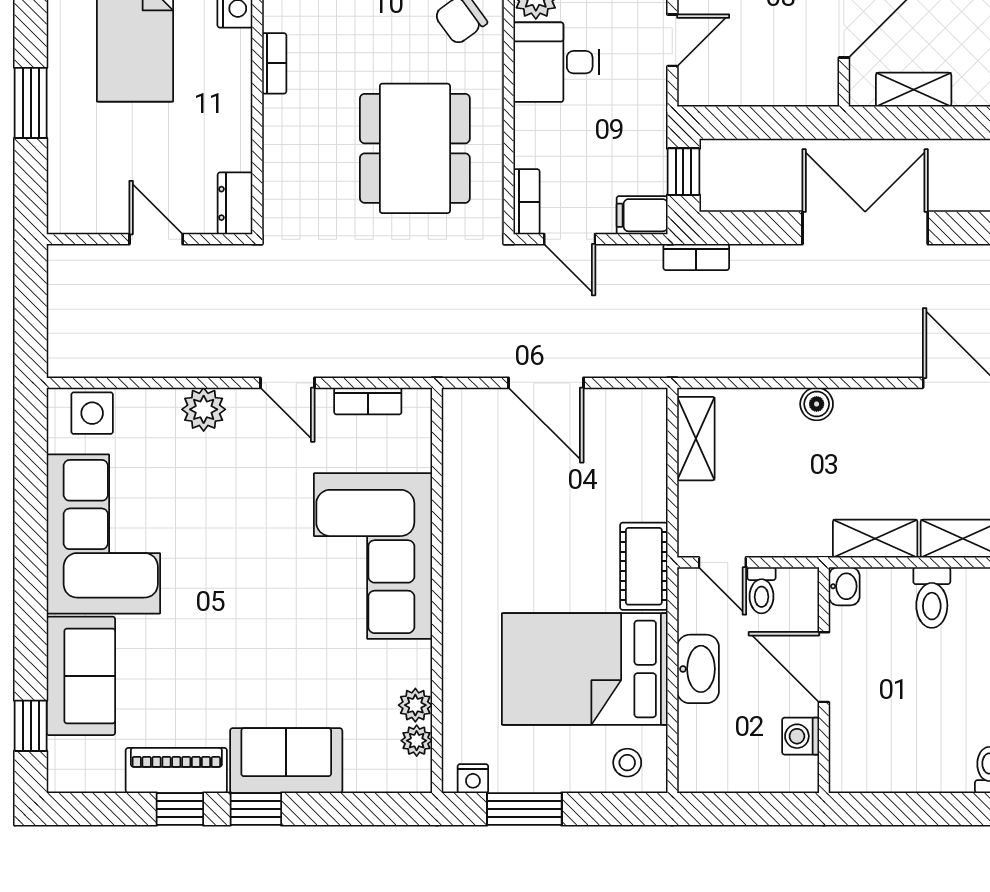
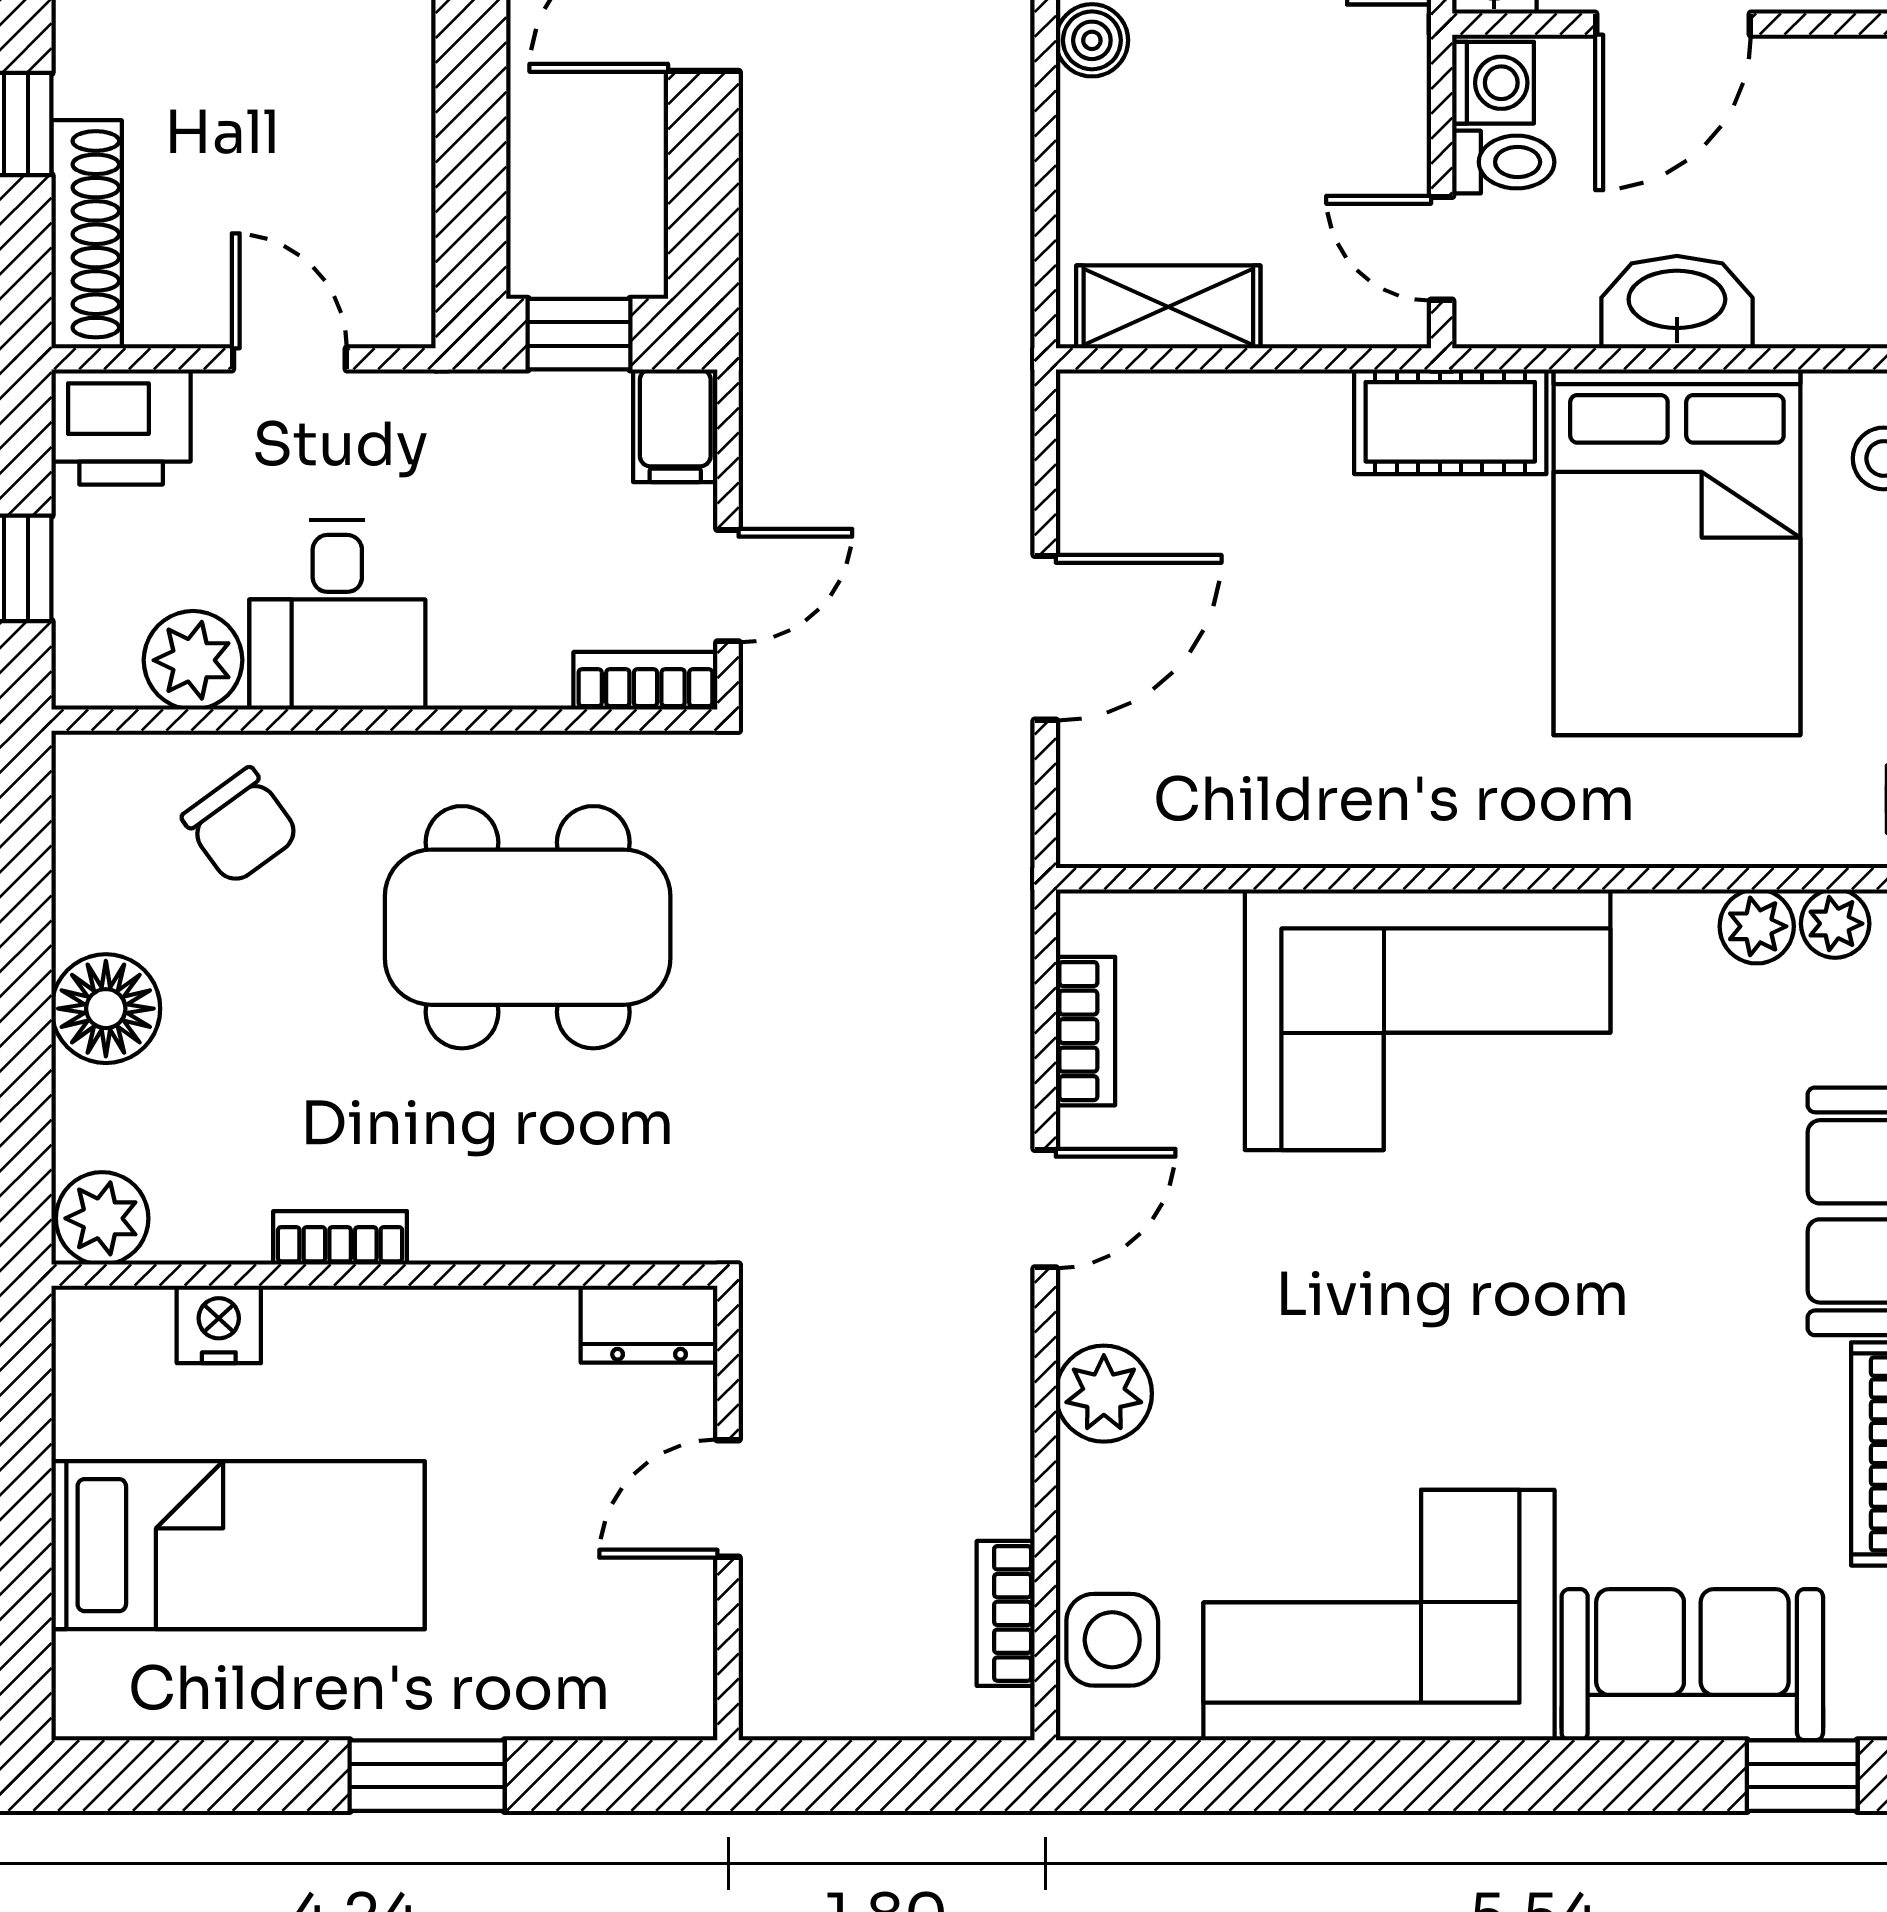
bookcase: (696, 257) -> (1006, 1613), moved, turned 180
door: (722, 562) -> (1442, 248), swing flipped
washing machine: (801, 736) -> (1493, 83), moved, turned -90

